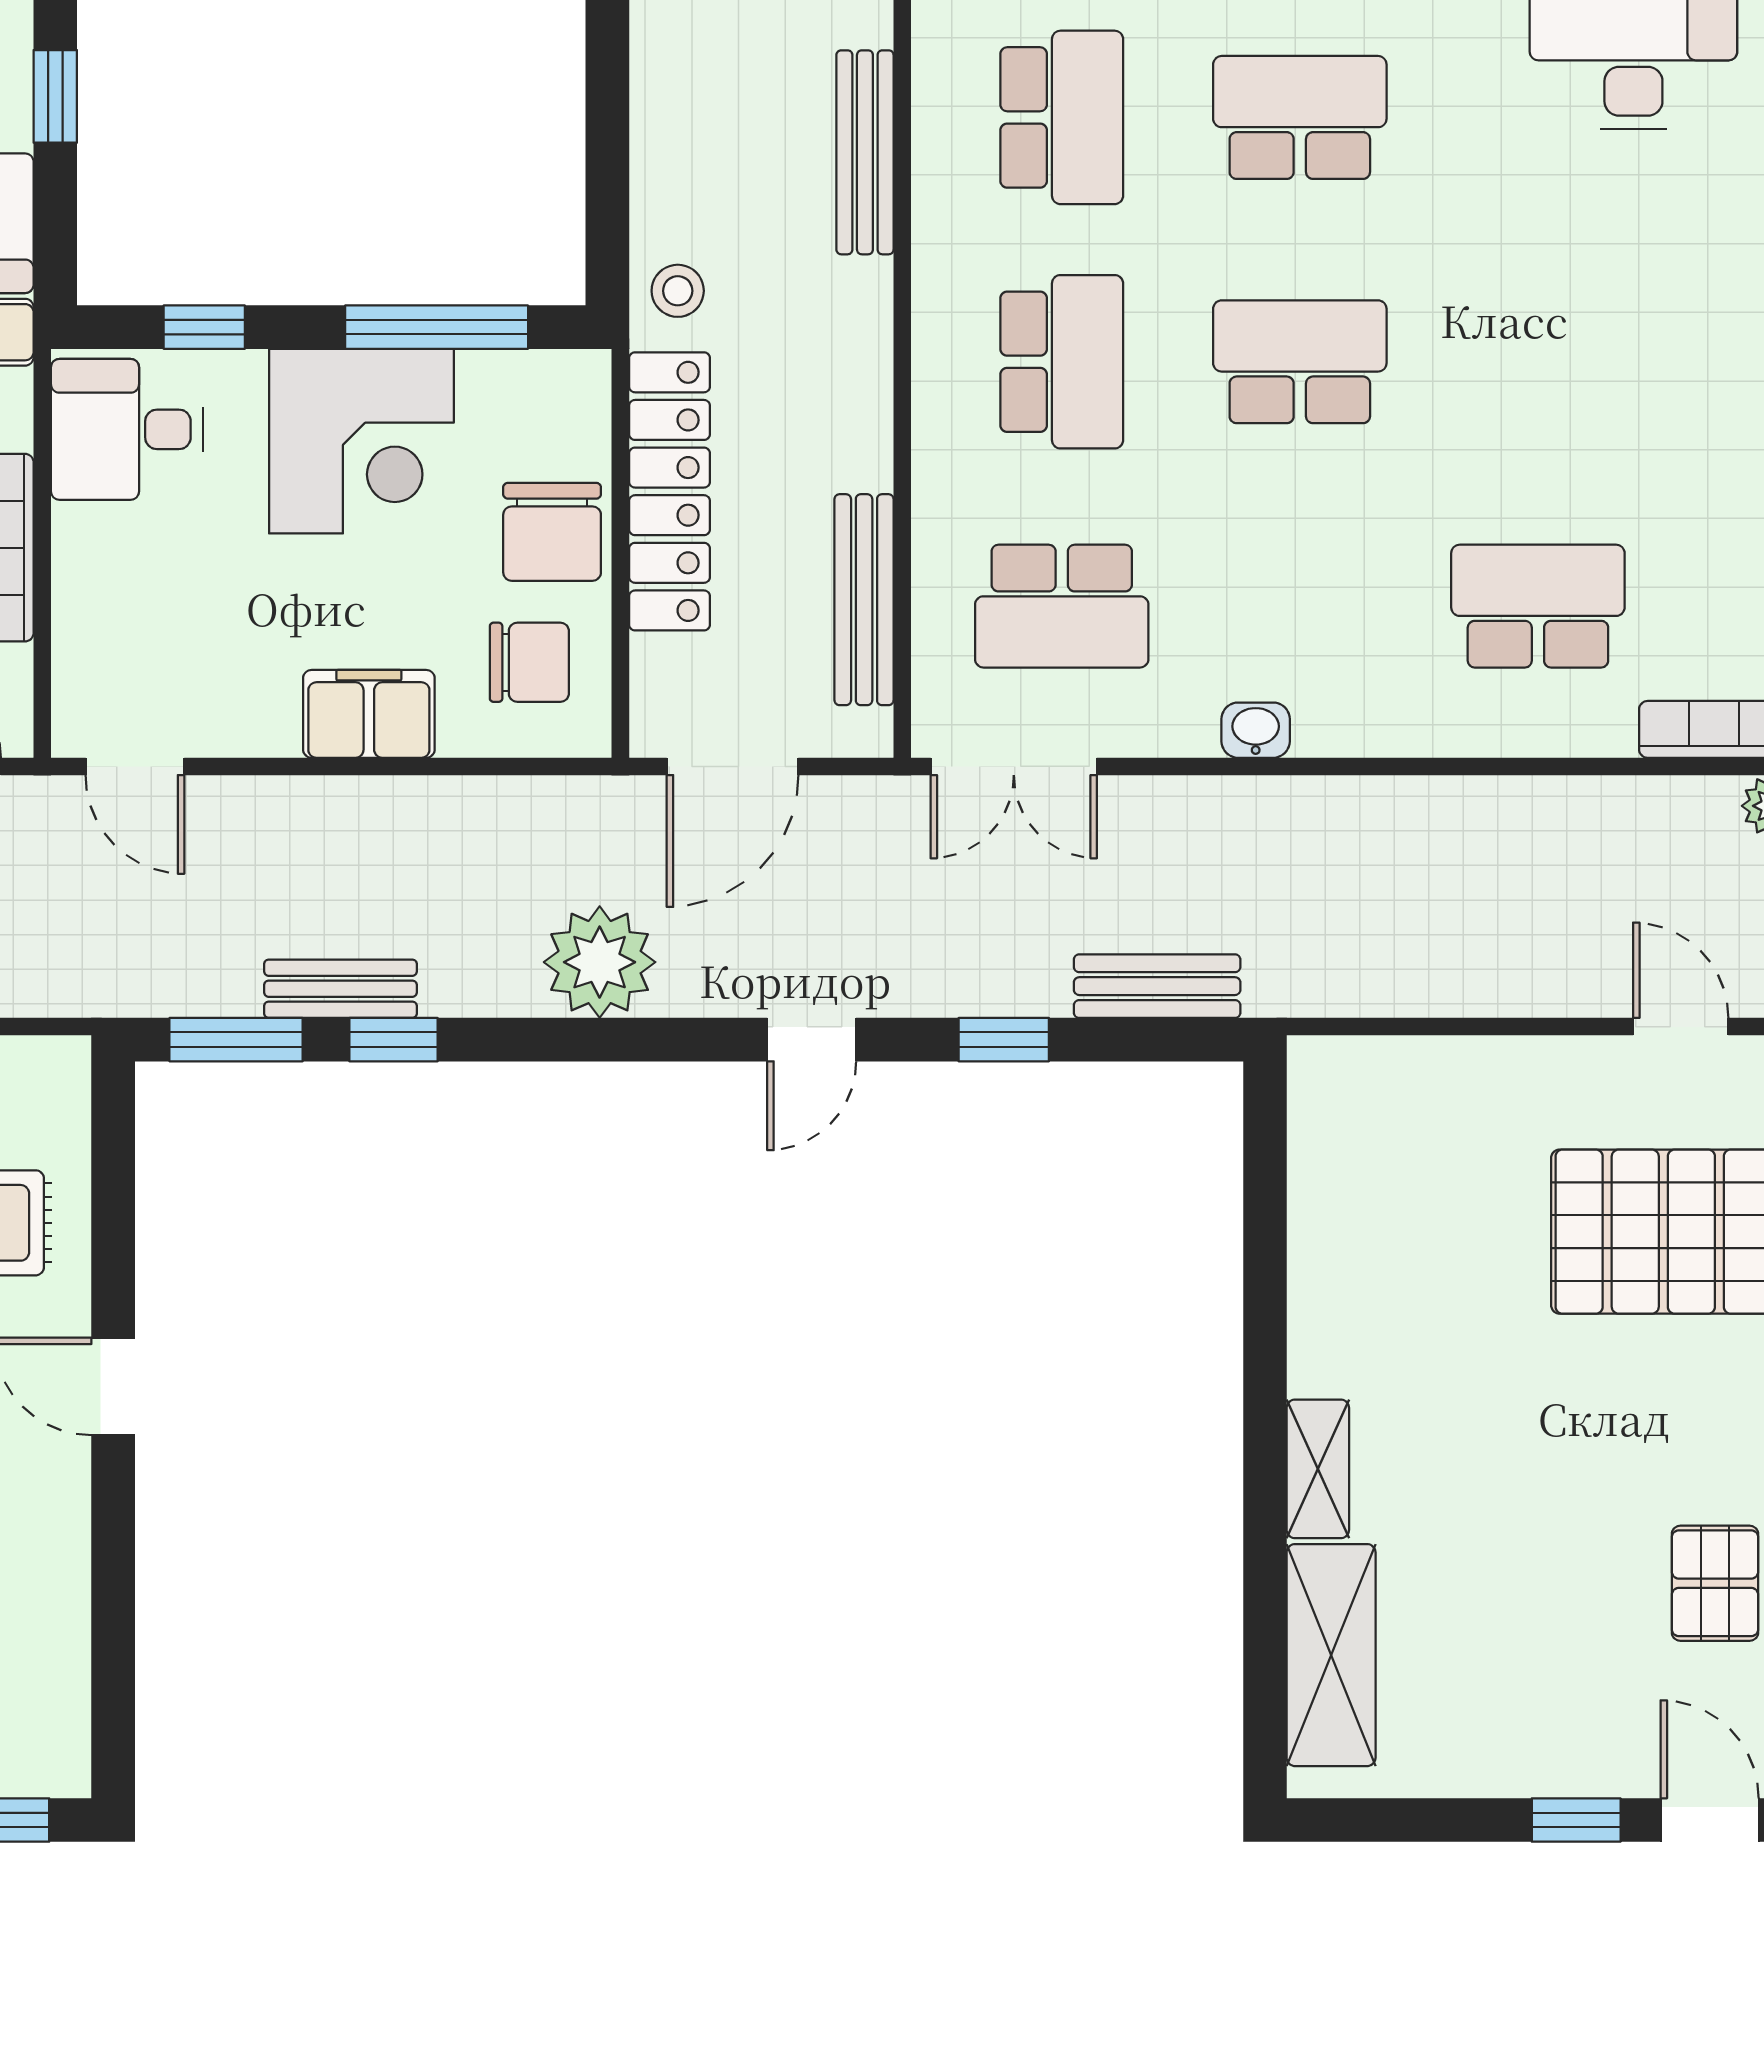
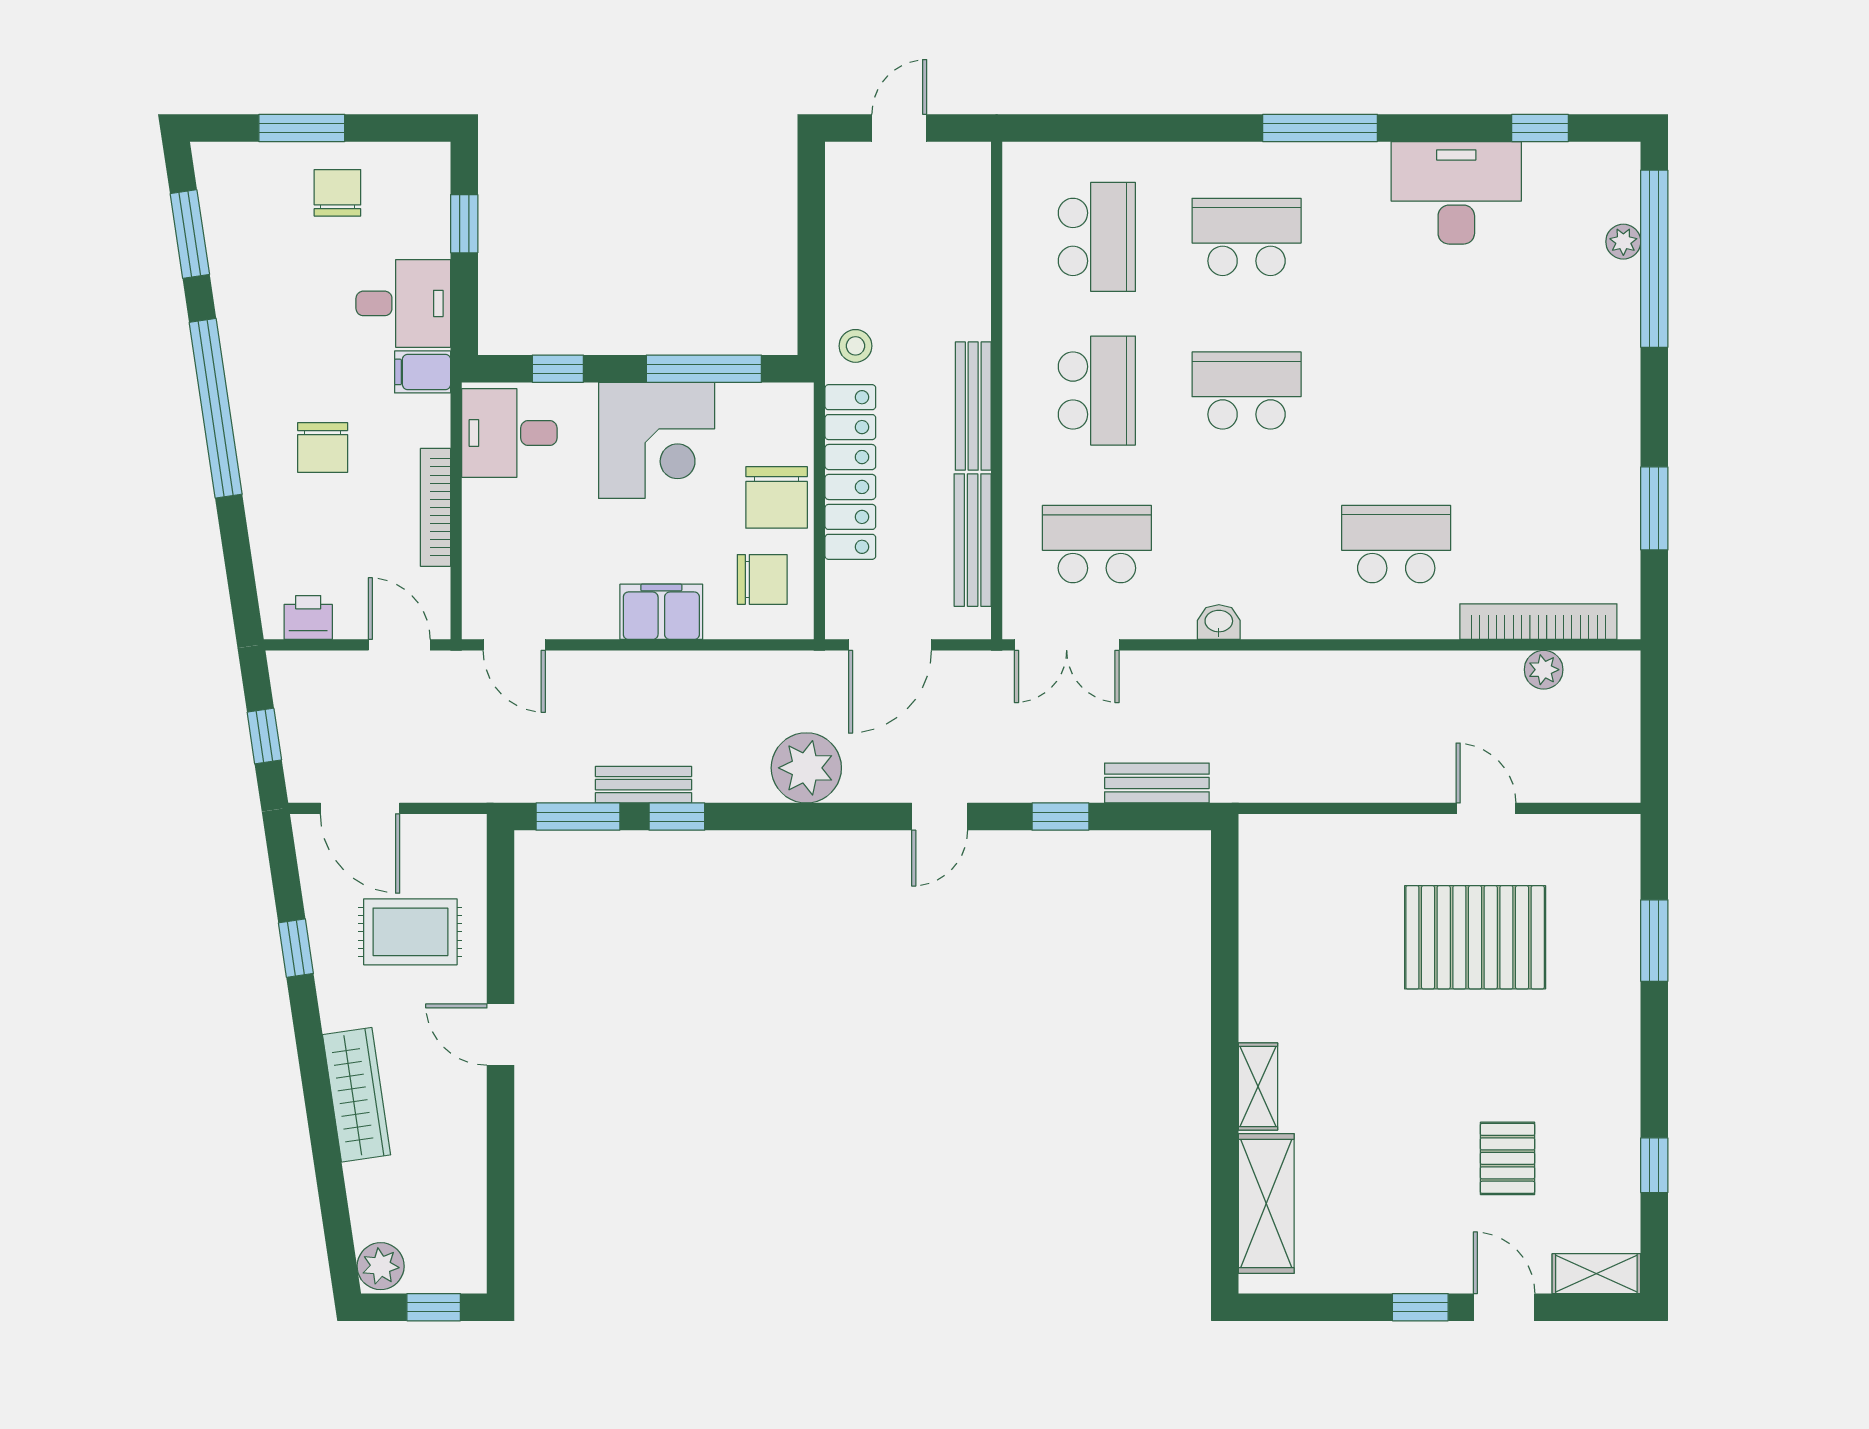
bench: (865, 152) -> (973, 406), moved
school desk: (1062, 606) -> (1097, 544), turned 180

